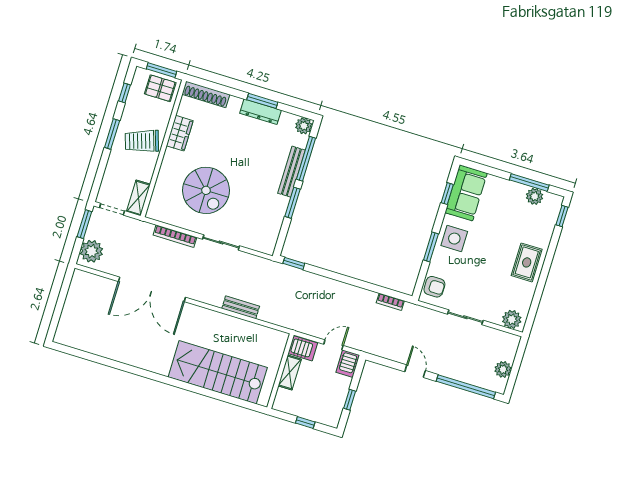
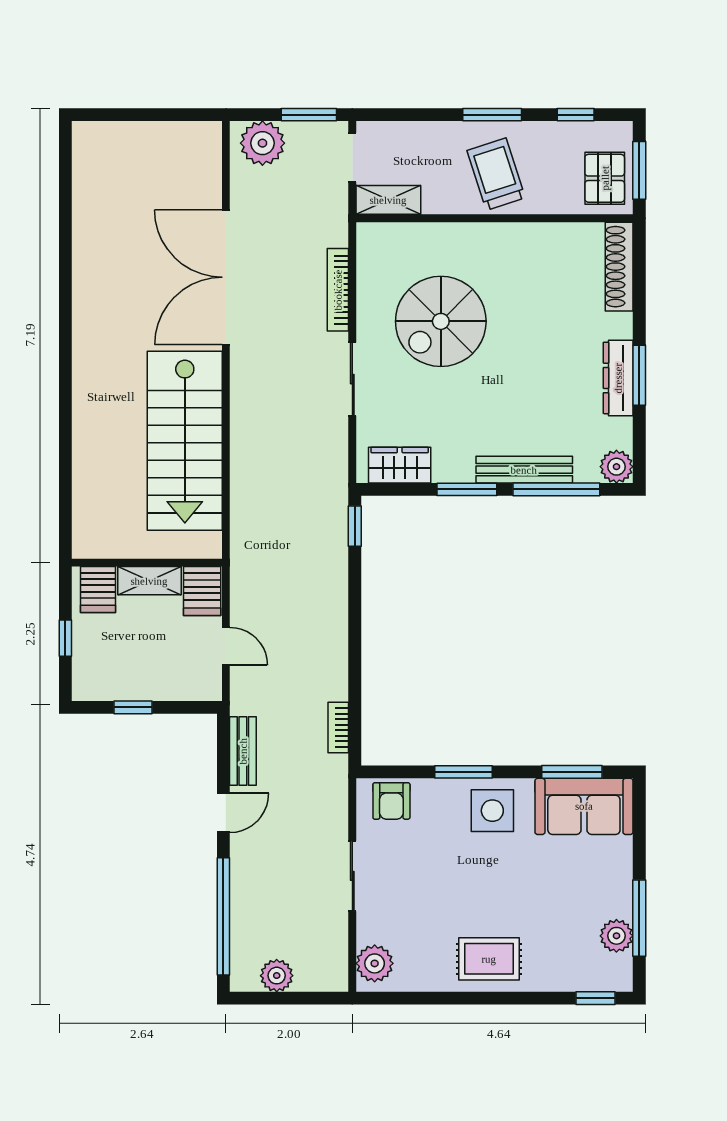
wardrobe: (180, 133) -> (400, 465), moved, turned 180
window: (447, 194) -> (572, 772), width x1.50
bench: (241, 307) -> (243, 751), moved
server rack: (348, 364) -> (98, 590), moved, turned -90
stairs: (218, 372) -> (185, 441), moved, turned 180

